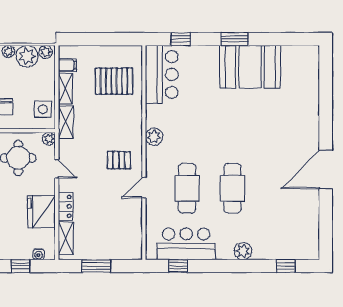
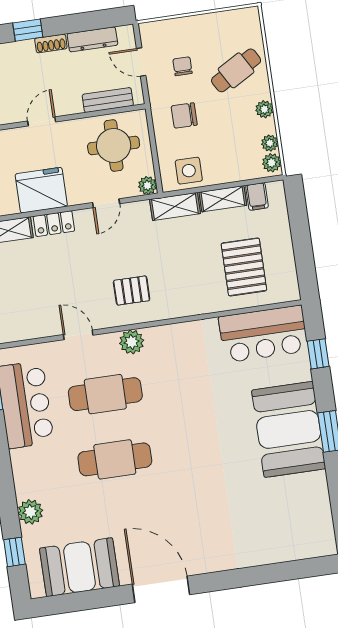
plant: (27, 56) -> (270, 143), width x0.53, depth x0.53
booth: (250, 67) -> (289, 429), moved
plant: (154, 137) -> (132, 342), moved
pallet: (119, 160) -> (132, 291), turned 90
door: (144, 188) -> (78, 335), moved
booth: (302, 223) -> (80, 567), added
plant: (243, 251) -> (30, 512), moved

